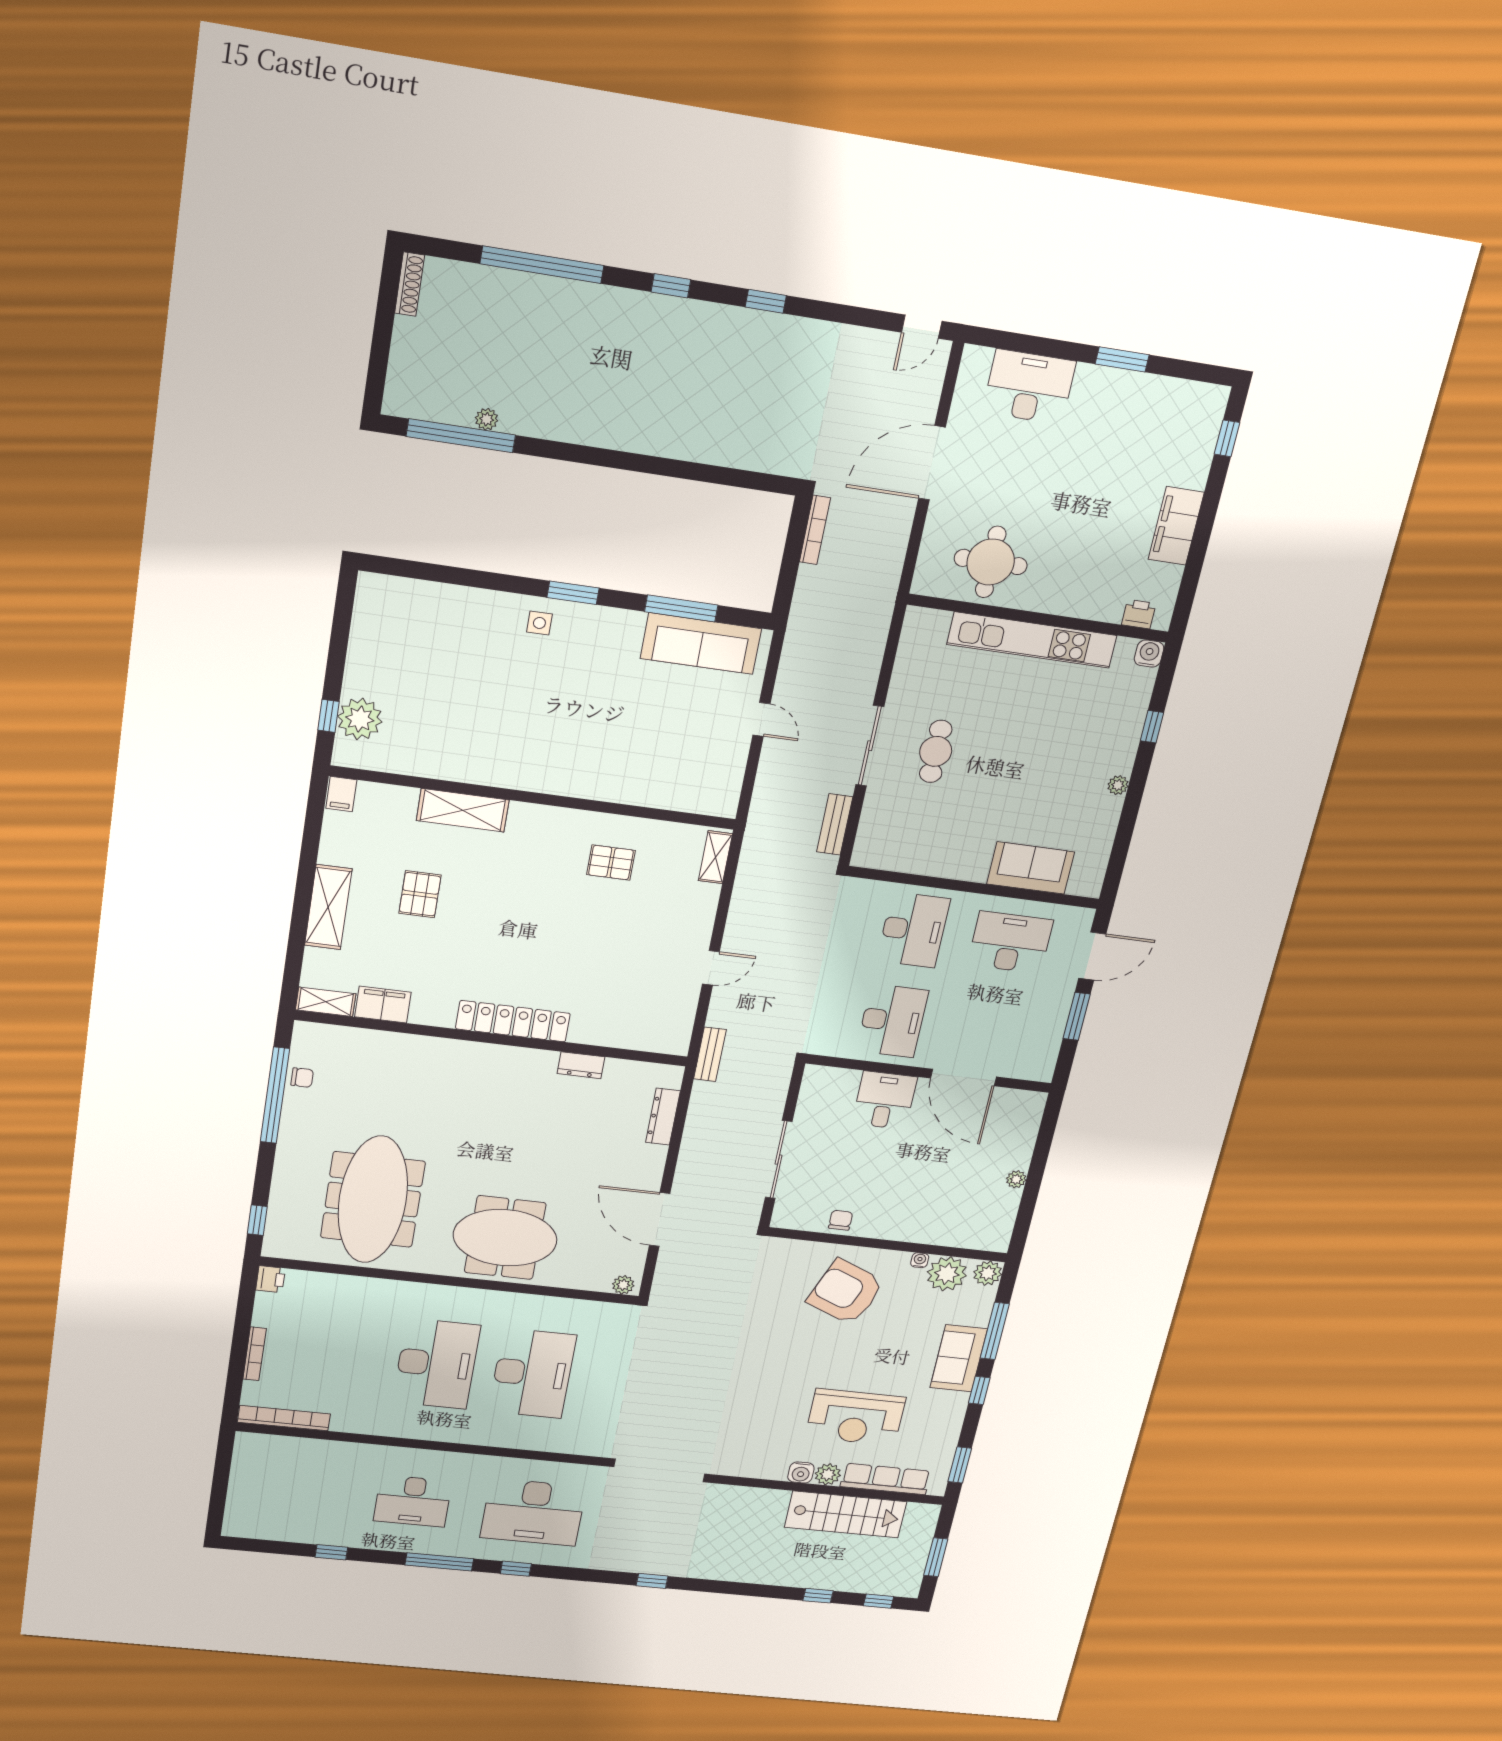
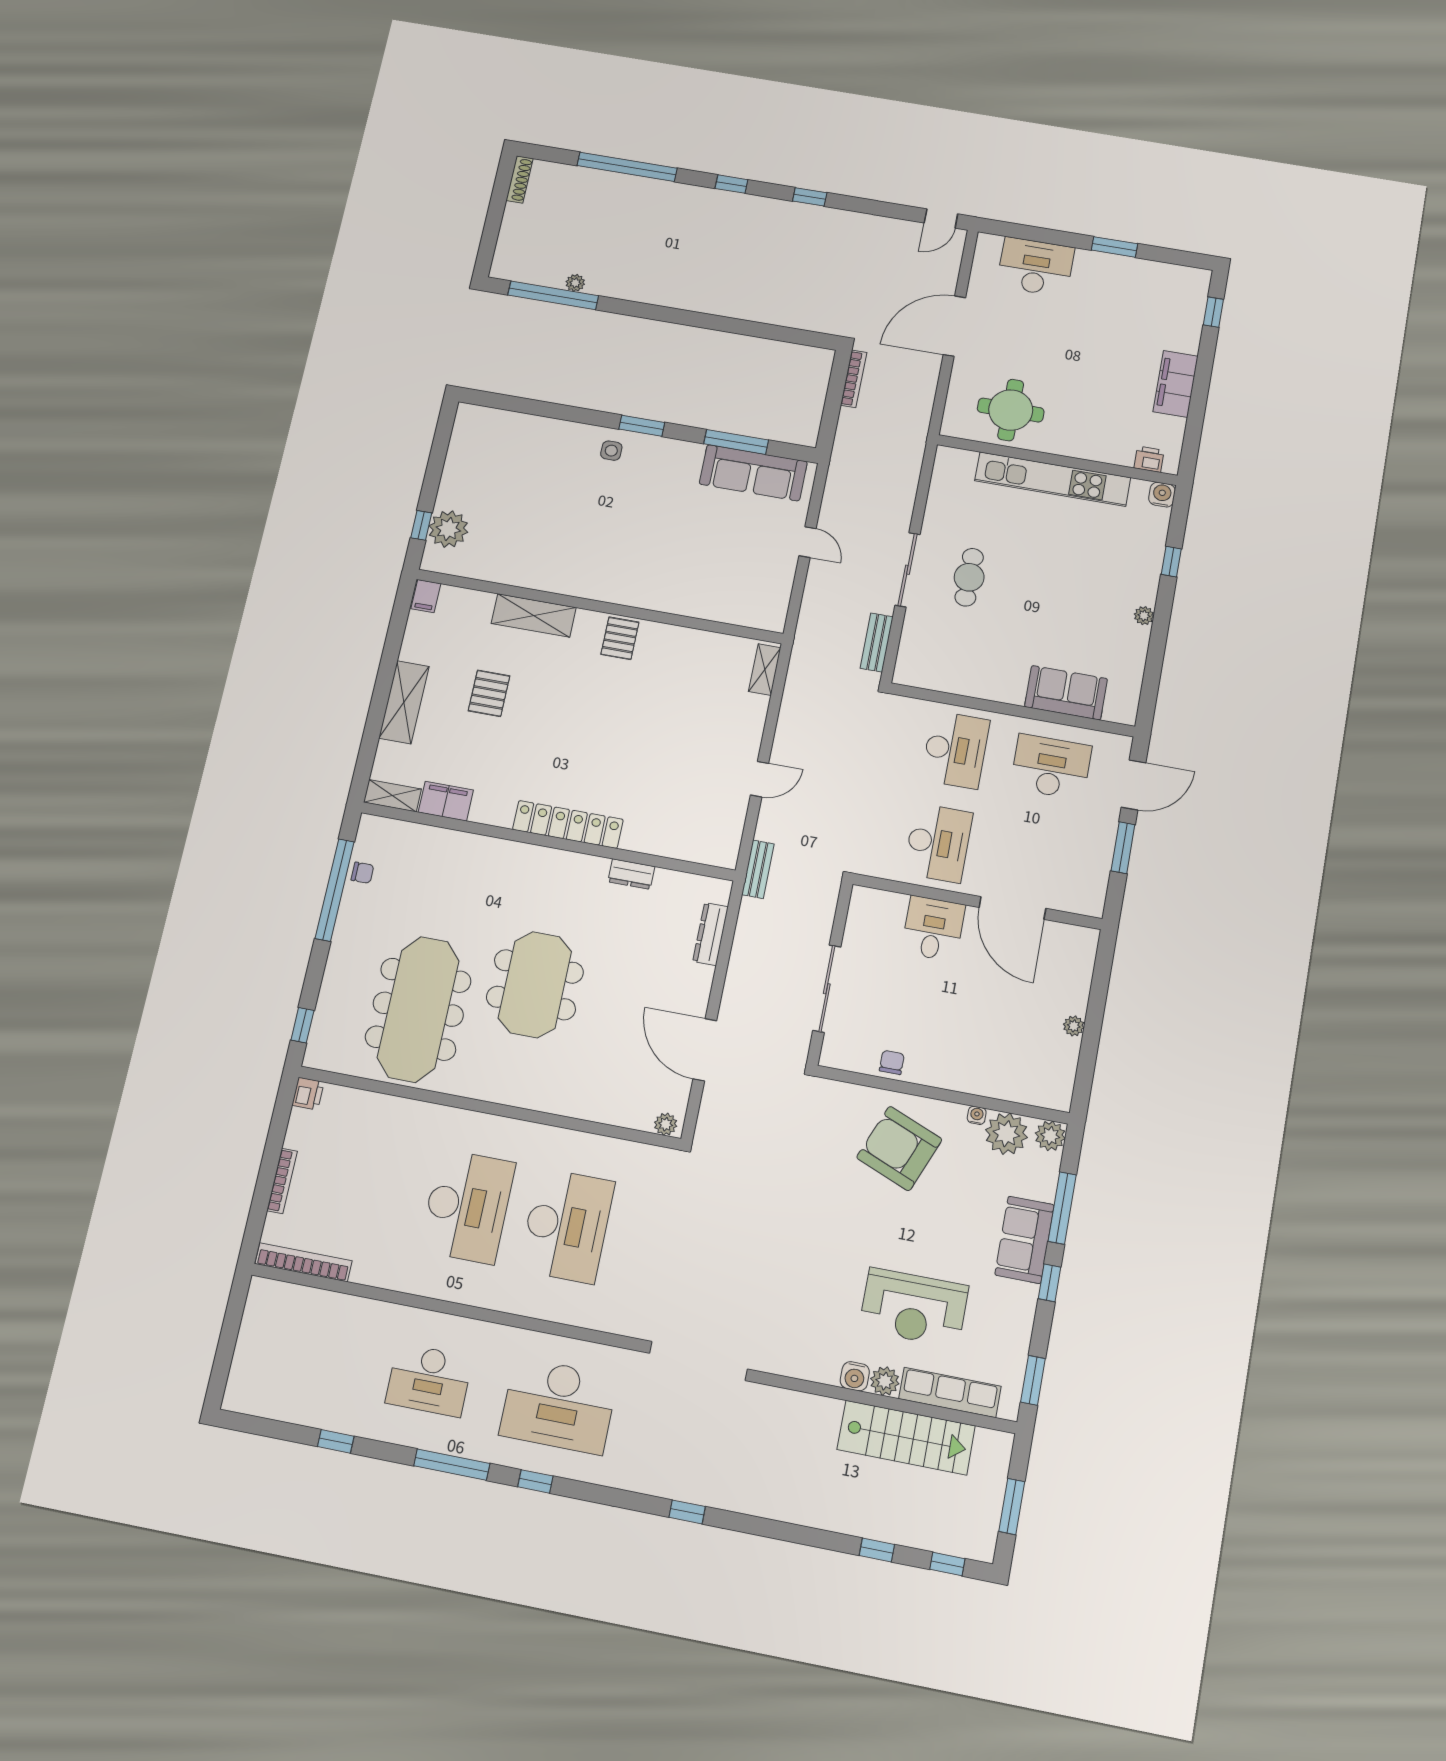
pallet: (611, 863) -> (620, 638), moved, turned 90
meeting table: (505, 1238) -> (535, 985), moved, turned 90

